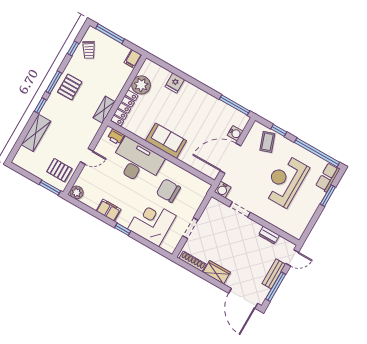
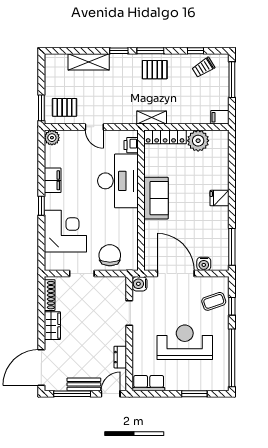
fridge: (175, 83) -> (220, 198), moved
pallet: (59, 170) -> (65, 107), turned 90
row of seats: (328, 177) -> (149, 383), moved
chair: (168, 191) -> (110, 255), moved
door: (292, 258) -> (111, 394), swing flipped

